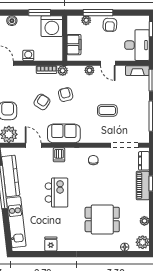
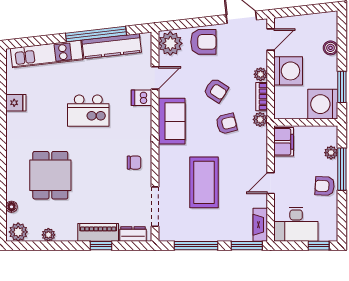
filing cabinet: (74, 45) -> (284, 142), moved, turned -90
washing machine: (28, 55) -> (288, 71), width x1.89, depth x1.89
plant: (89, 70) -> (261, 74), moved
coffee table: (107, 110) -> (204, 182), width x1.86, depth x1.72
dishwasher: (59, 155) -> (141, 98), moved

